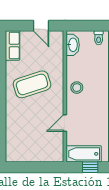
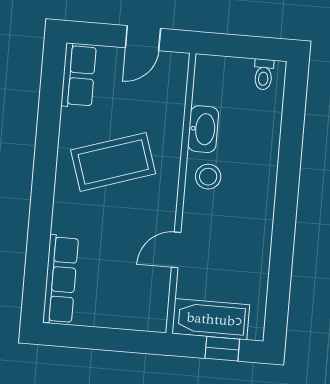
door: (41, 26) -> (143, 38), hinge flipped
washbasin: (73, 45) -> (203, 129), moved
row of seats: (12, 141) -> (61, 279), added

